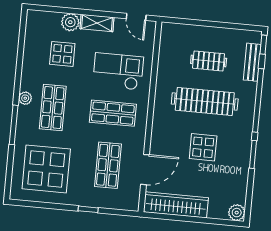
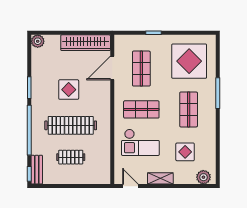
plant: (70, 22) -> (203, 177), moved
bench: (252, 62) -> (37, 170), moved
plant: (25, 98) -> (211, 115), removed

